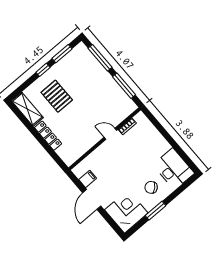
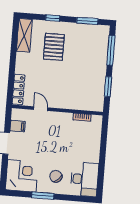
window: (43, 70) -> (53, 18), moved
window: (124, 86) -> (108, 87), width x0.69
door: (110, 134) -> (41, 109), moved
locker: (48, 136) -> (19, 89), moved

